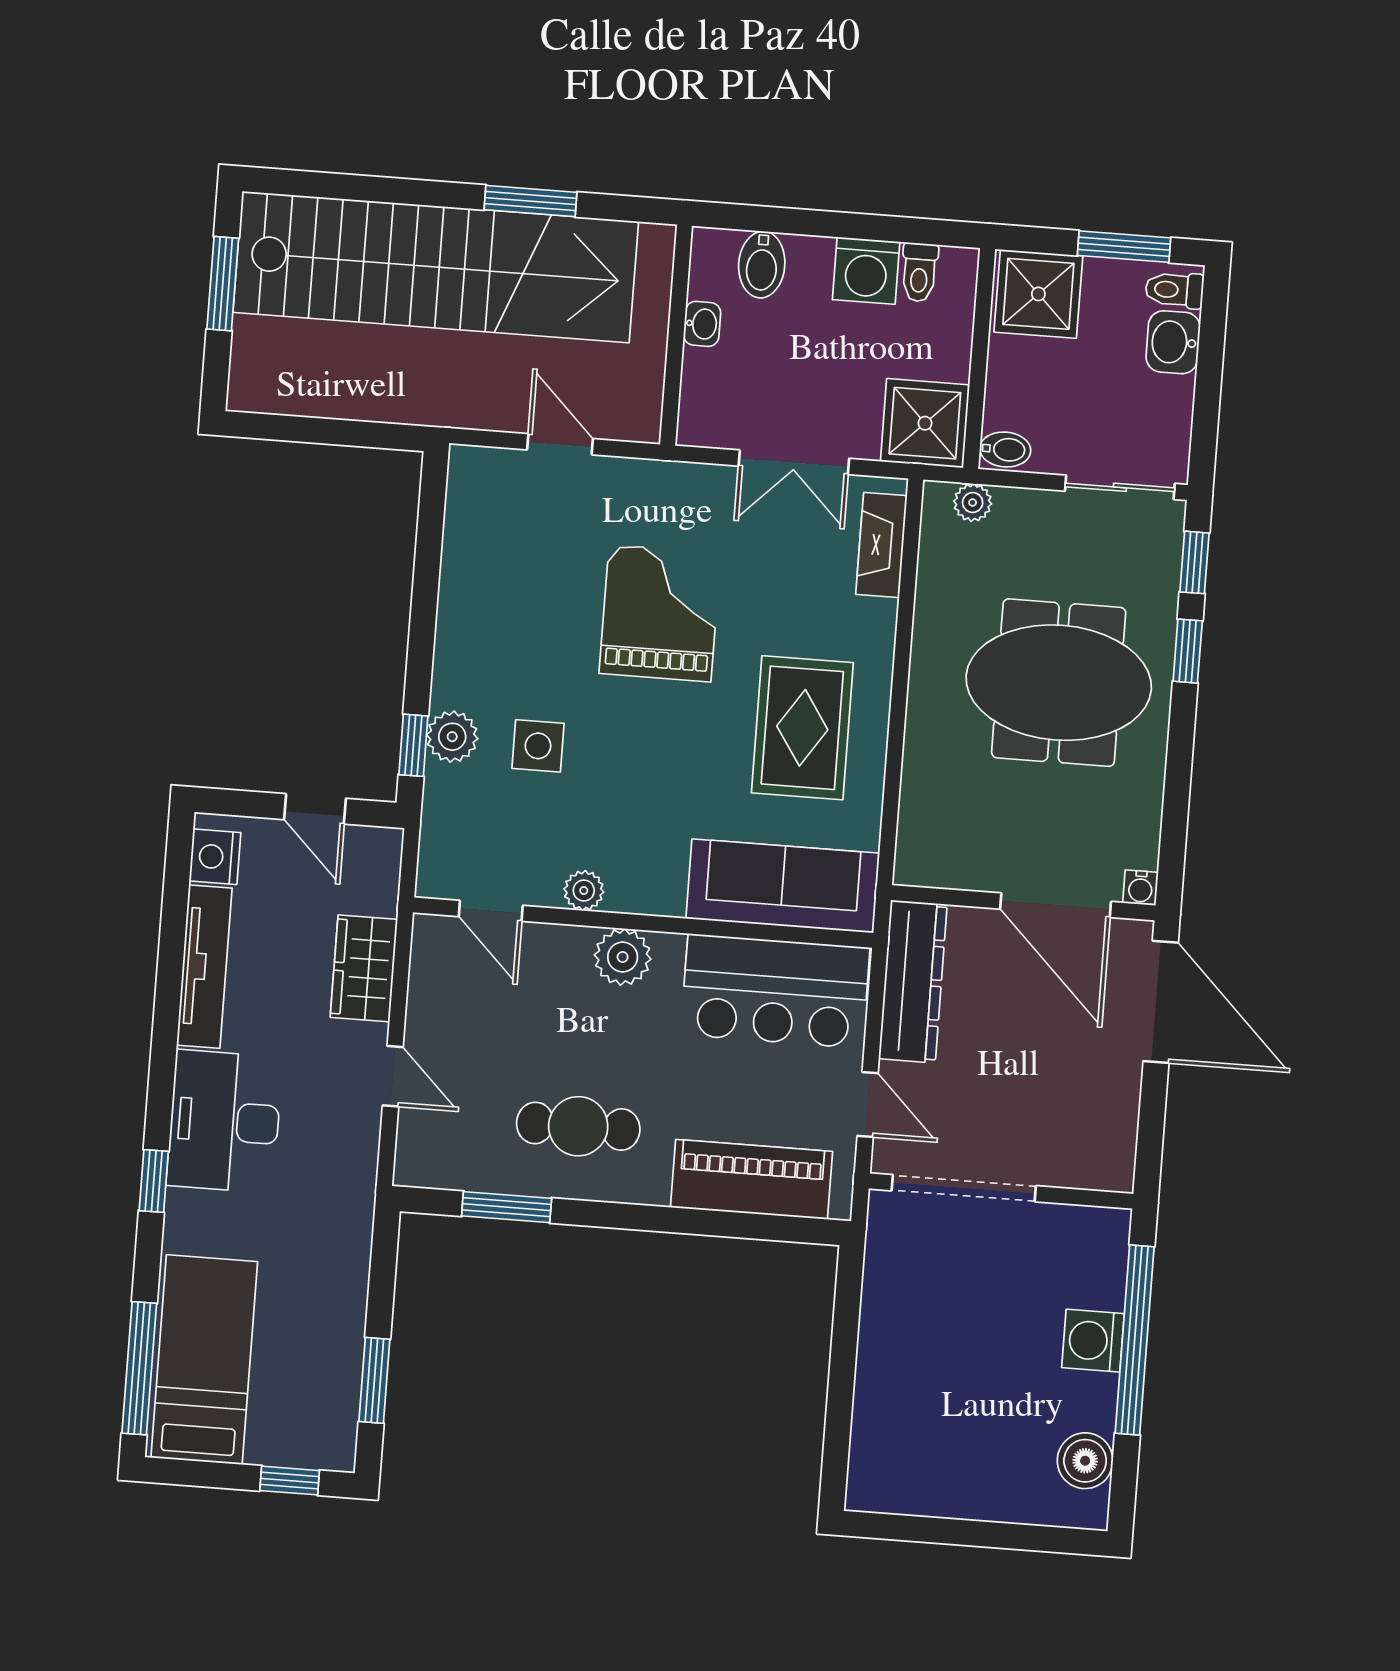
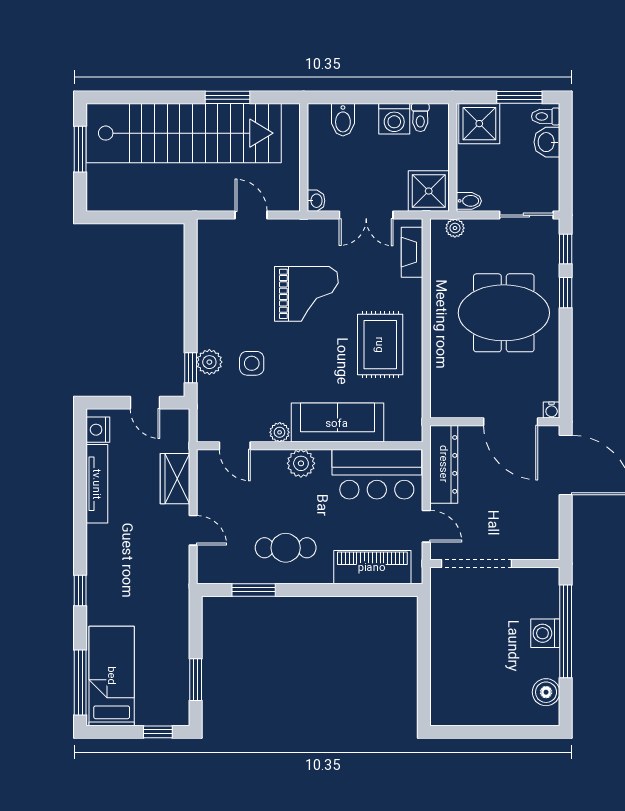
washbasin: (702, 324) -> (316, 201), moved
grand piano: (660, 613) -> (306, 294), turned 90
sofa: (783, 886) -> (337, 423), moved
desk: (224, 1121) -> (113, 559), removed

